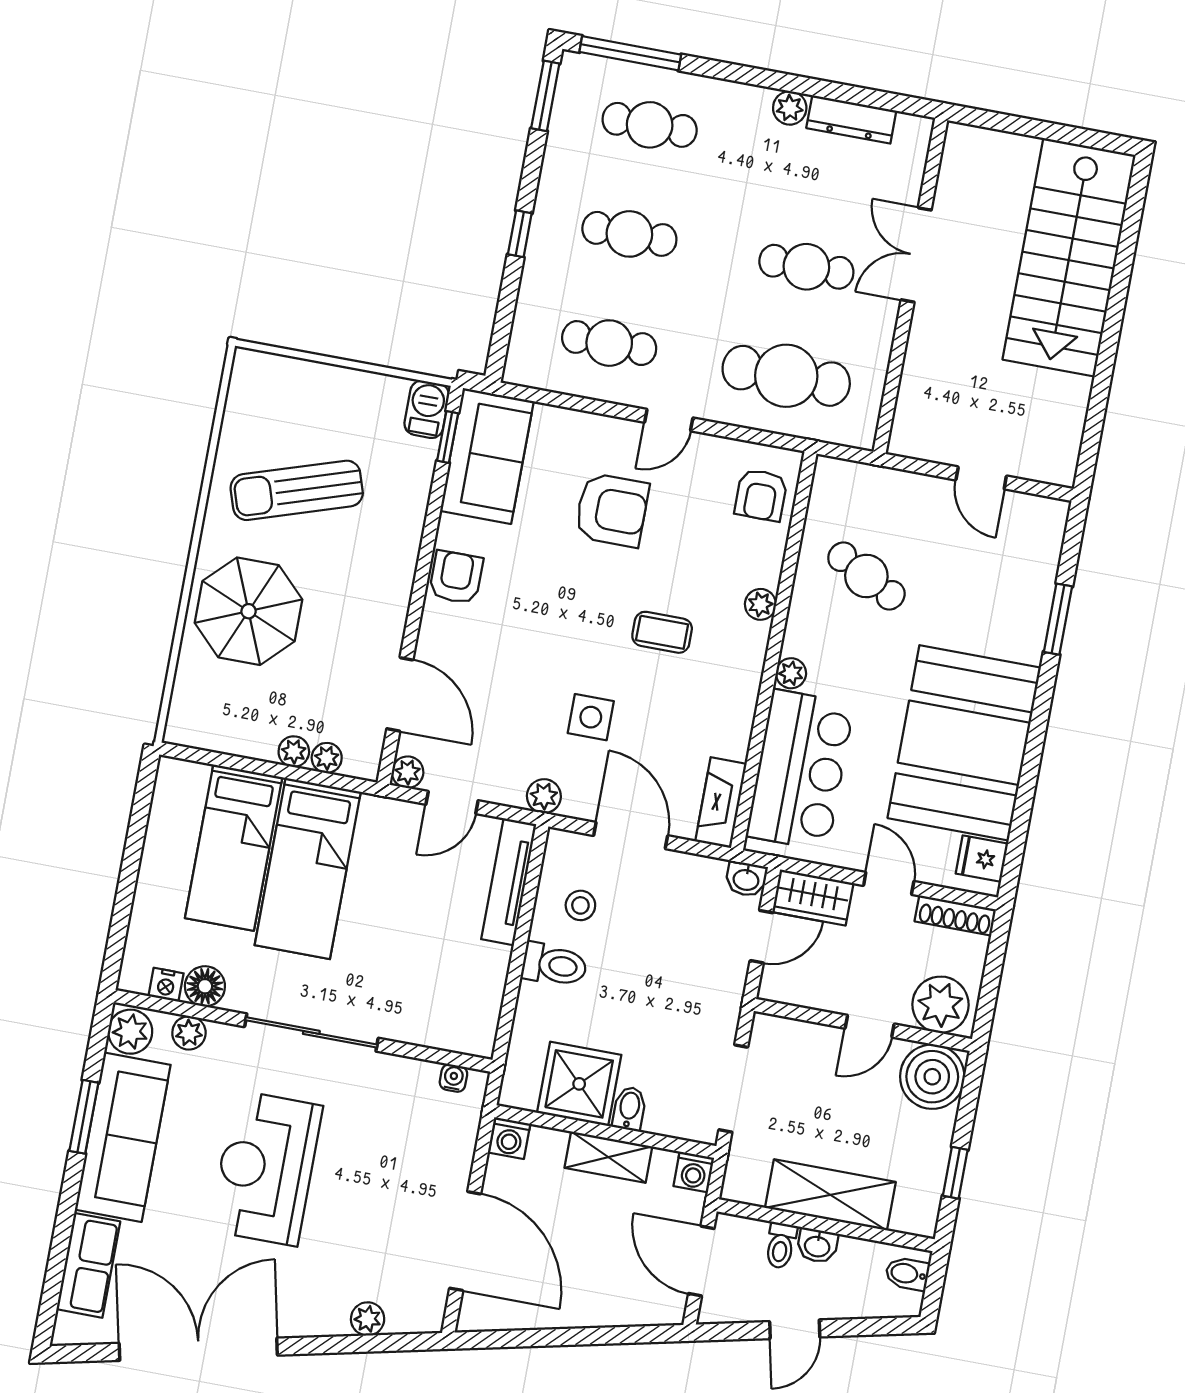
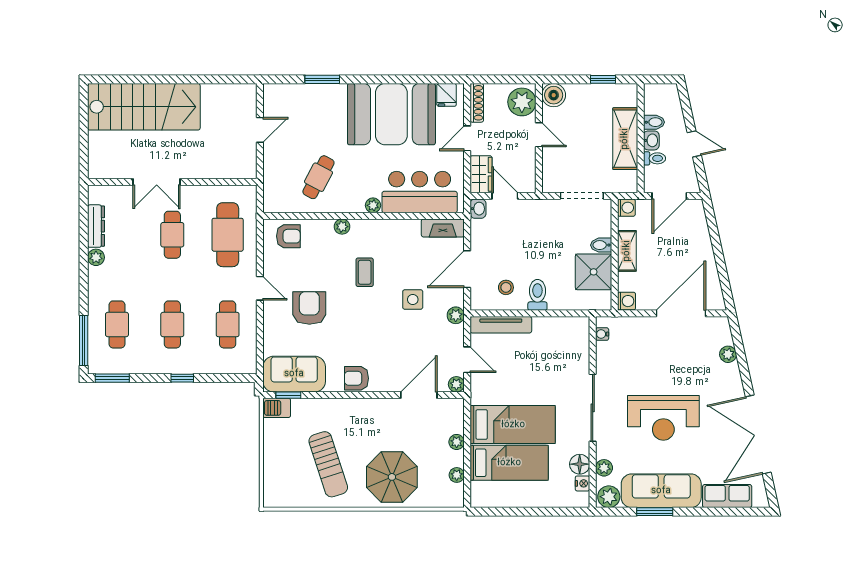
plant: (327, 758) -> (457, 475), moved
boiler: (932, 1077) -> (554, 95), width x0.73, depth x0.73
bidet: (907, 1274) -> (654, 122), moved, turned -90

